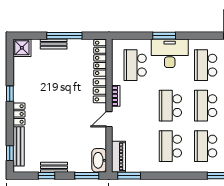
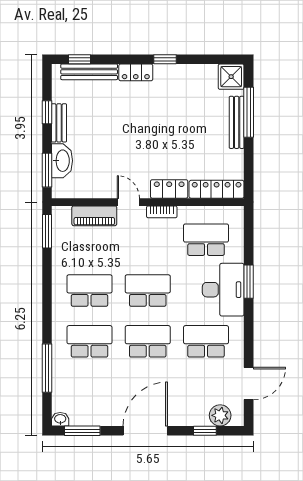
window: (64, 36) -> (249, 112), moved
bench: (54, 44) -> (237, 122), width x1.36
piano: (118, 157) -> (94, 216), moved
washbasin: (99, 160) -> (62, 161), moved, turned 90

